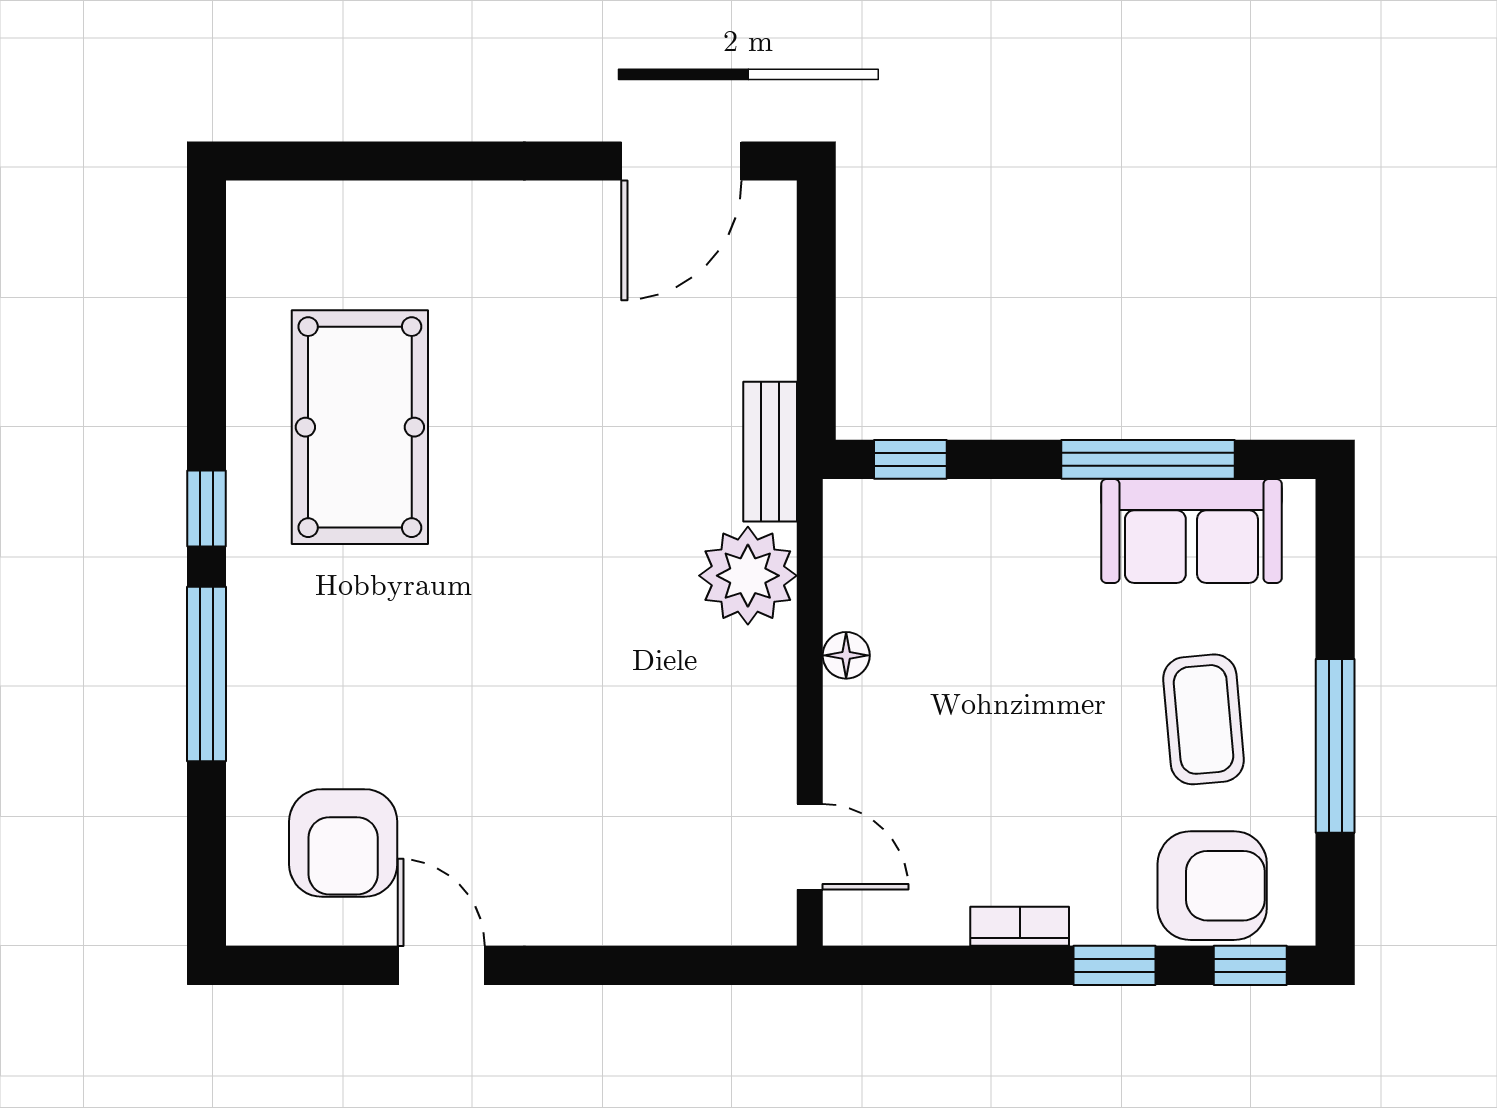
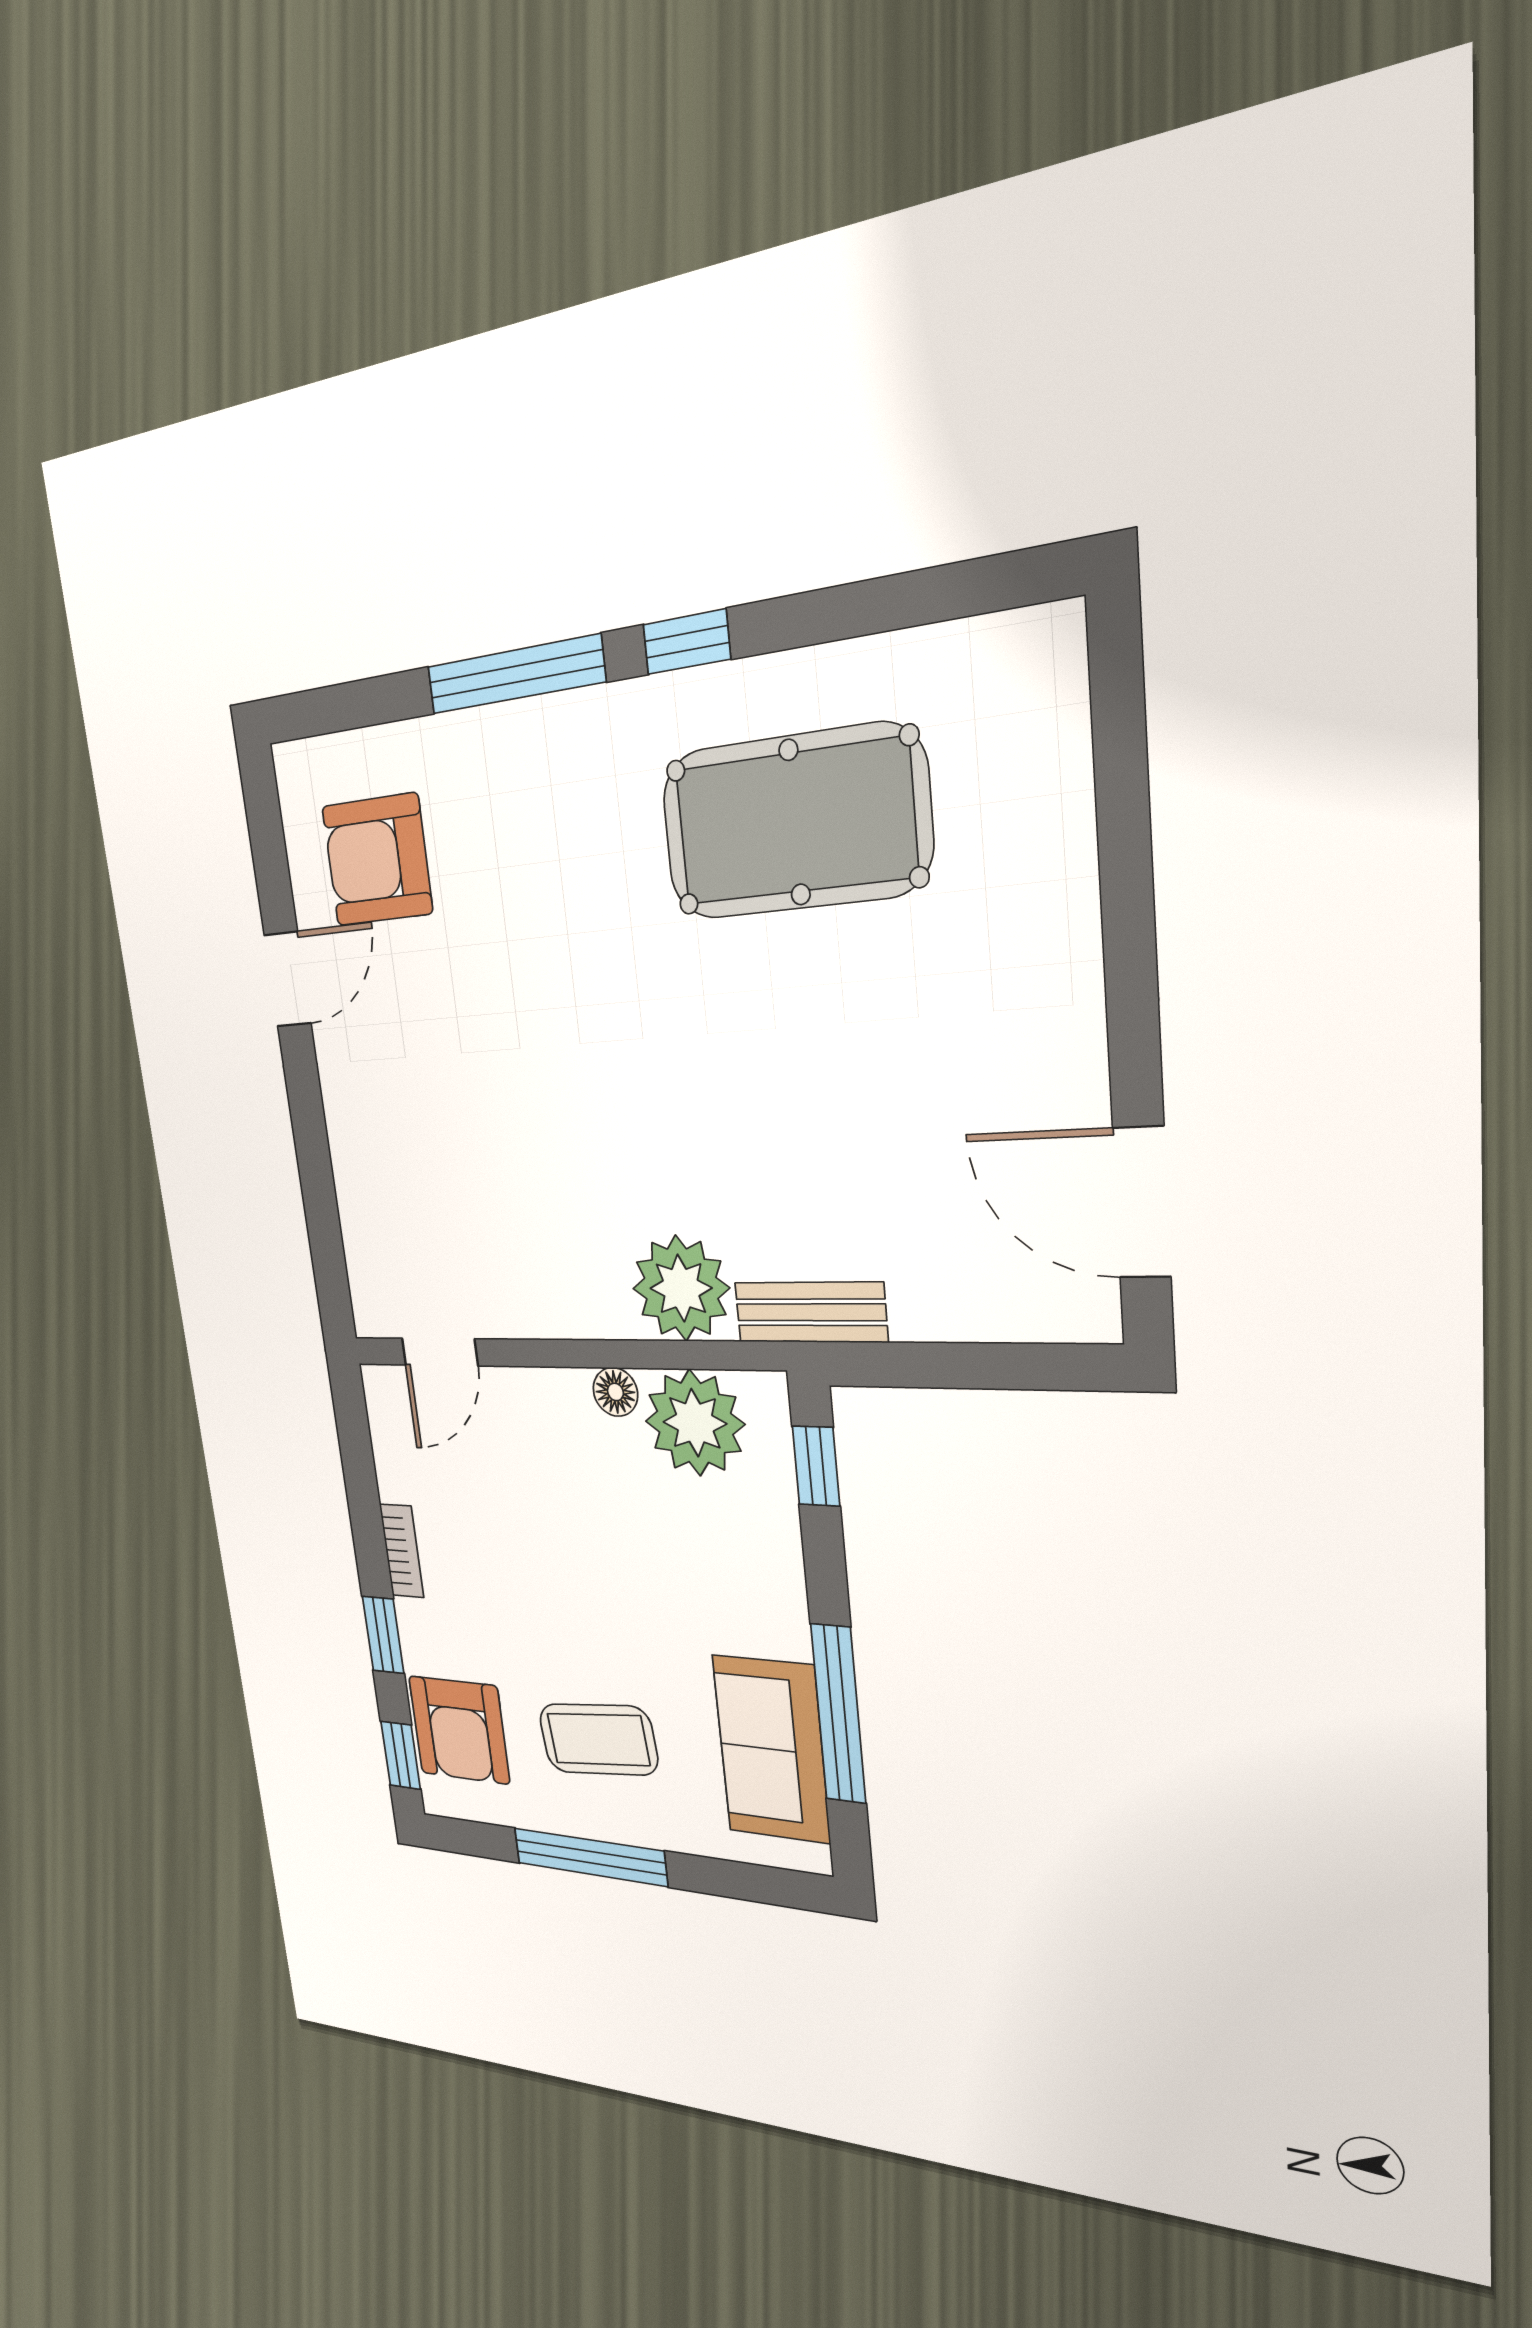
plant: (874, 576) -> (695, 1423), added

